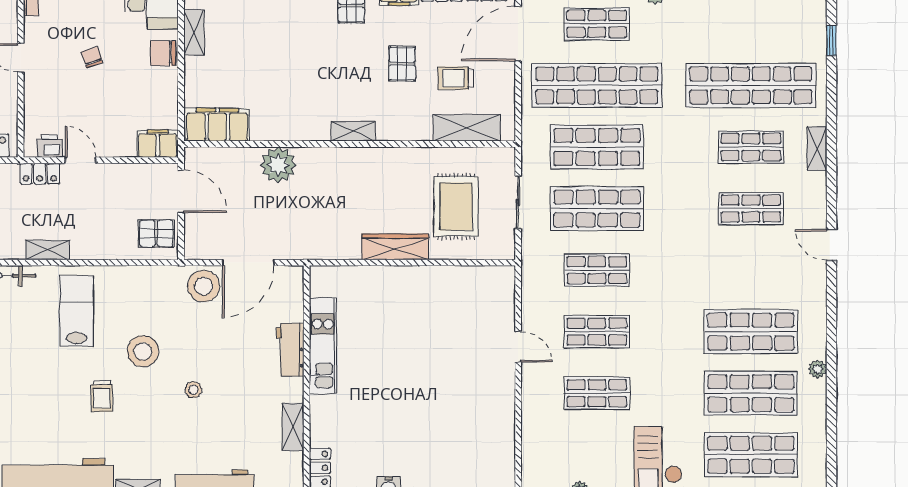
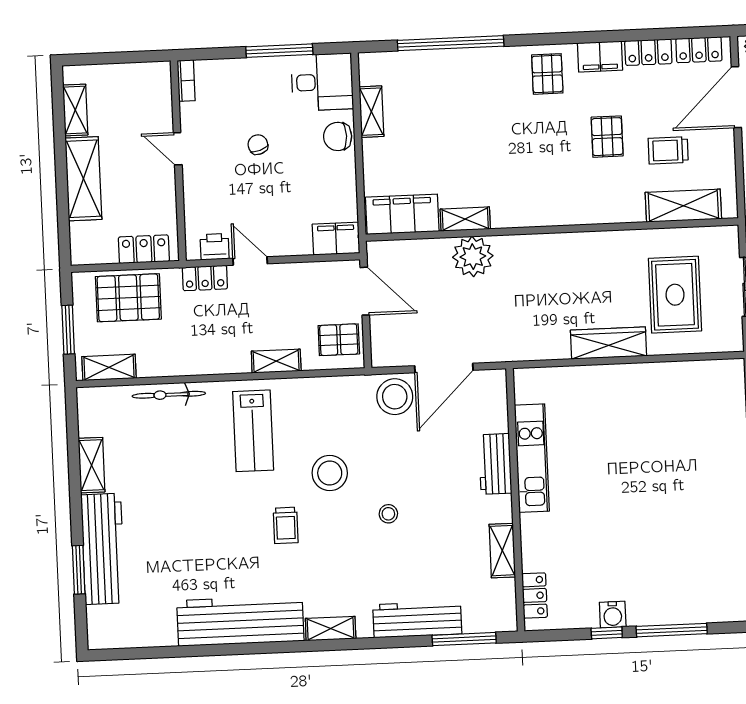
shelving: (353, 131) -> (465, 219), moved
shelving: (48, 250) -> (276, 361), moved
lab bench: (77, 311) -> (253, 431), turned 180

